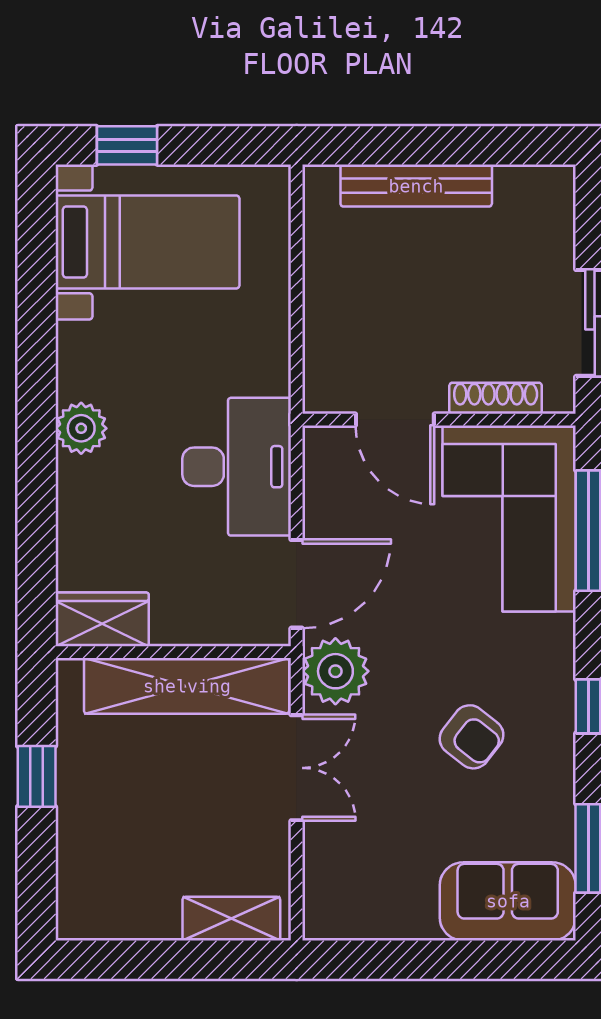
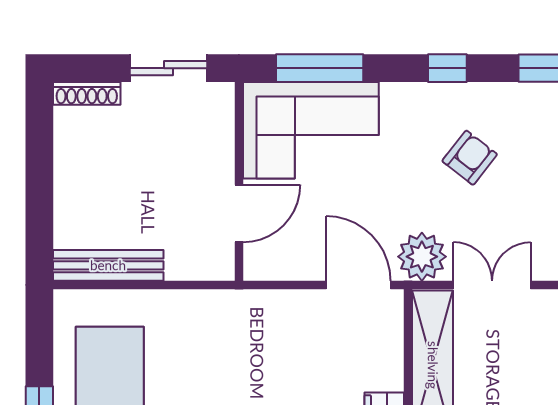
bench: (416, 186) -> (108, 265), moved, turned 90
shoe rack: (496, 398) -> (87, 93), moved, turned -90
desk: (237, 467) -> (273, 328), removed

